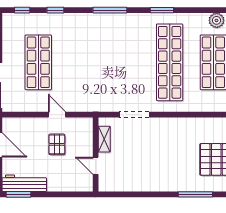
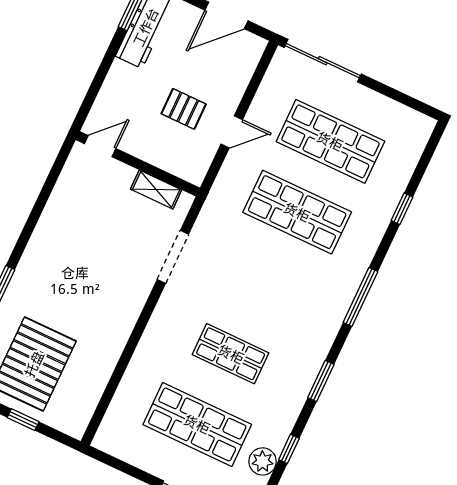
window: (22, 10) -> (289, 449), moved
shop shelf: (82, 62) -> (297, 212), added
shop shelf: (170, 62) -> (231, 354), width x0.50, depth x0.74
door: (96, 166) -> (100, 146), moved

